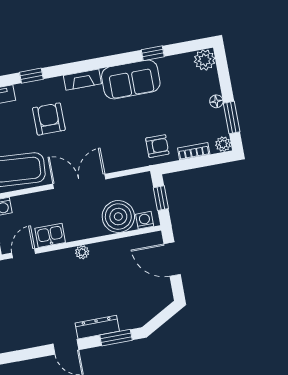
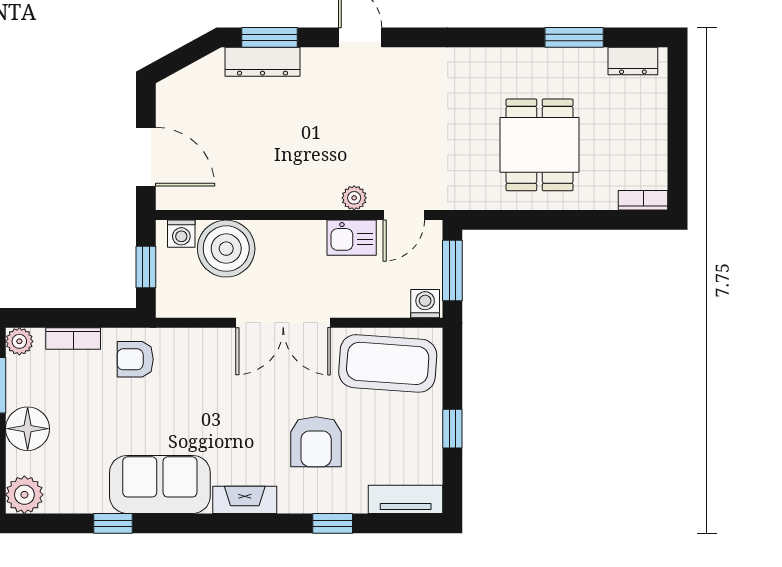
floor lamp: (216, 101) -> (28, 429), width x1.89, depth x1.89
plant: (82, 252) -> (354, 198), moved
dresser: (97, 327) -> (262, 62), moved

